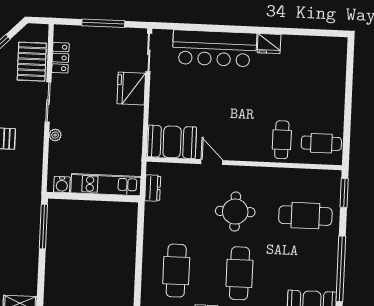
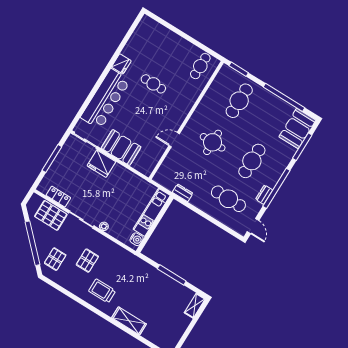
cafe table: (282, 140) -> (153, 84), moved
booth: (172, 142) -> (121, 148), moved, turned 90
dresser: (153, 188) -> (183, 193), moved
window: (43, 227) -> (172, 275), moved
cafe table: (239, 273) -> (252, 161), turned 90

